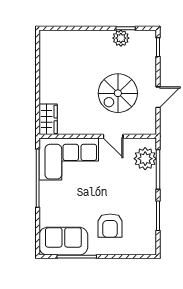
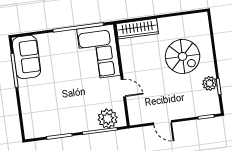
spiral stairs: (118, 93) -> (183, 56), moved, turned 180
wardrobe: (48, 119) -> (137, 29), width x1.50
door: (113, 136) -> (123, 88), swing flipped
armchair: (110, 226) -> (45, 96), removed

